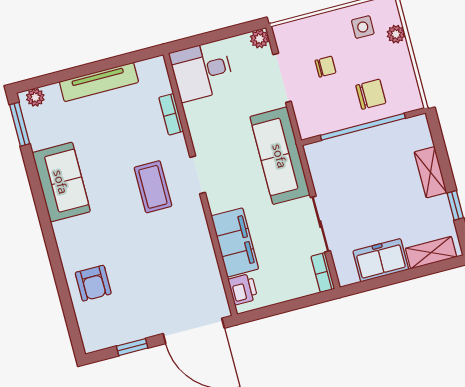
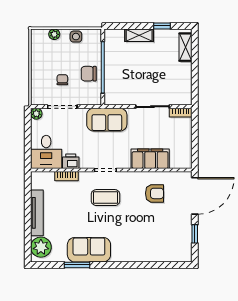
side table: (363, 27) -> (76, 37), moved
chair: (371, 94) -> (89, 74), moved, turned -90
plant: (35, 97) -> (41, 247), width x1.87, depth x1.87
window: (20, 124) -> (77, 265), moved
sofa: (280, 156) -> (107, 120), width x0.73
freezer: (381, 260) -> (182, 77), removed
armchair: (93, 283) -> (155, 193), moved
printer: (243, 289) -> (71, 161), moved

